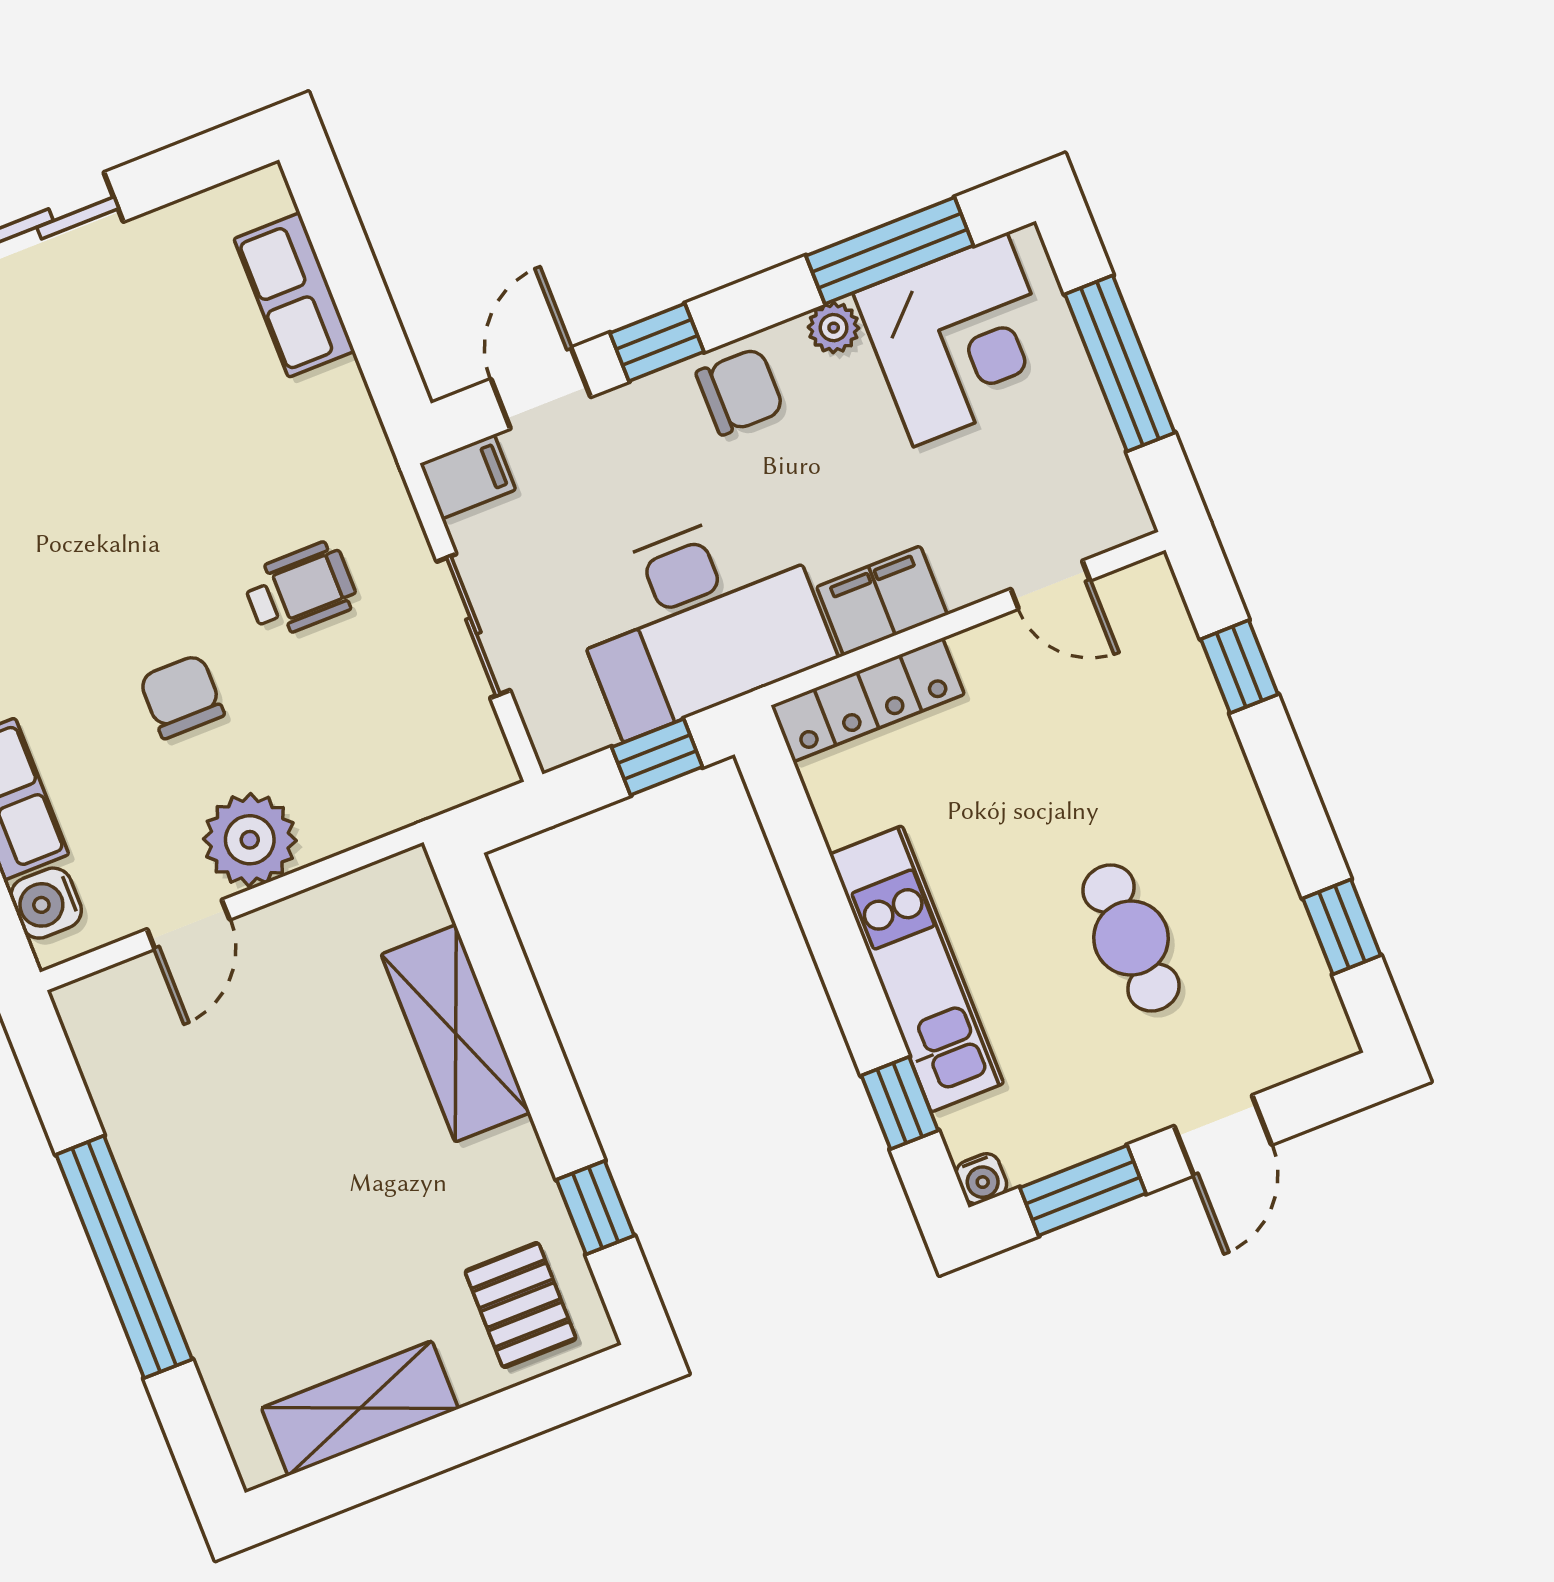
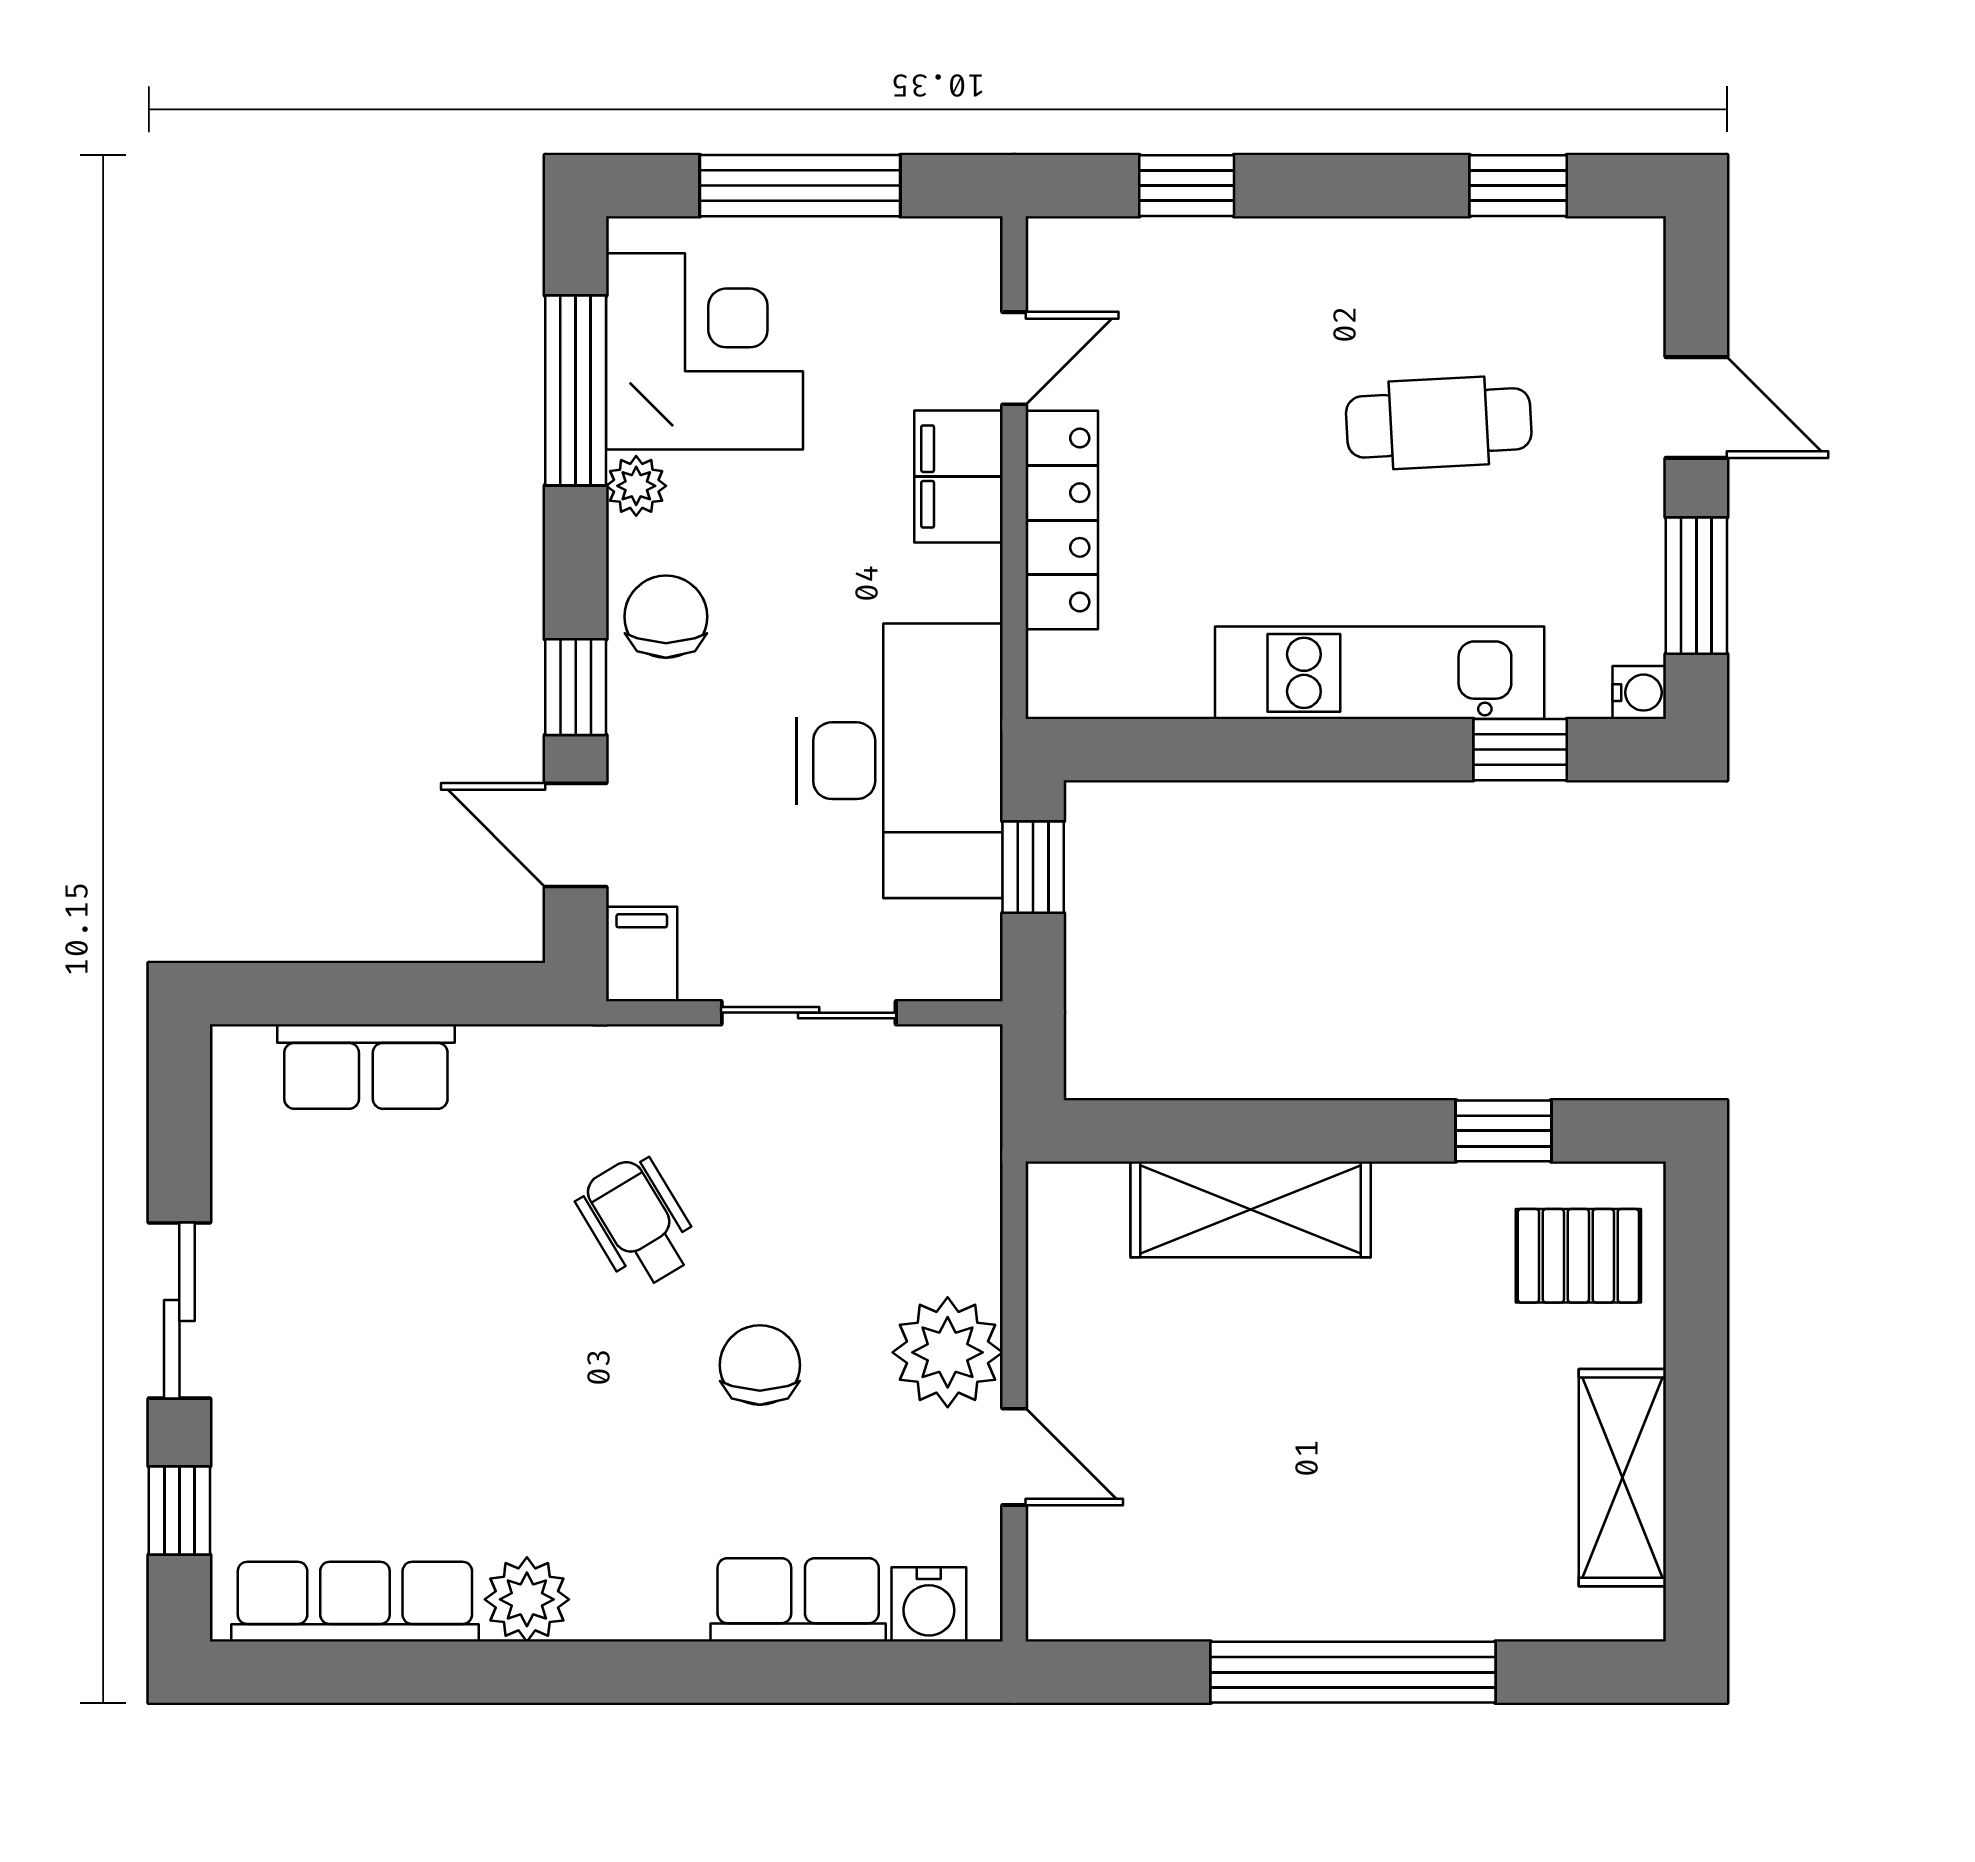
wheelchair: (300, 590) -> (638, 1222), moved, turned -31
filing cabinet: (882, 601) -> (959, 476), moved
chair: (182, 696) -> (760, 1365), turned 90
locker: (868, 700) -> (1062, 520), moved

